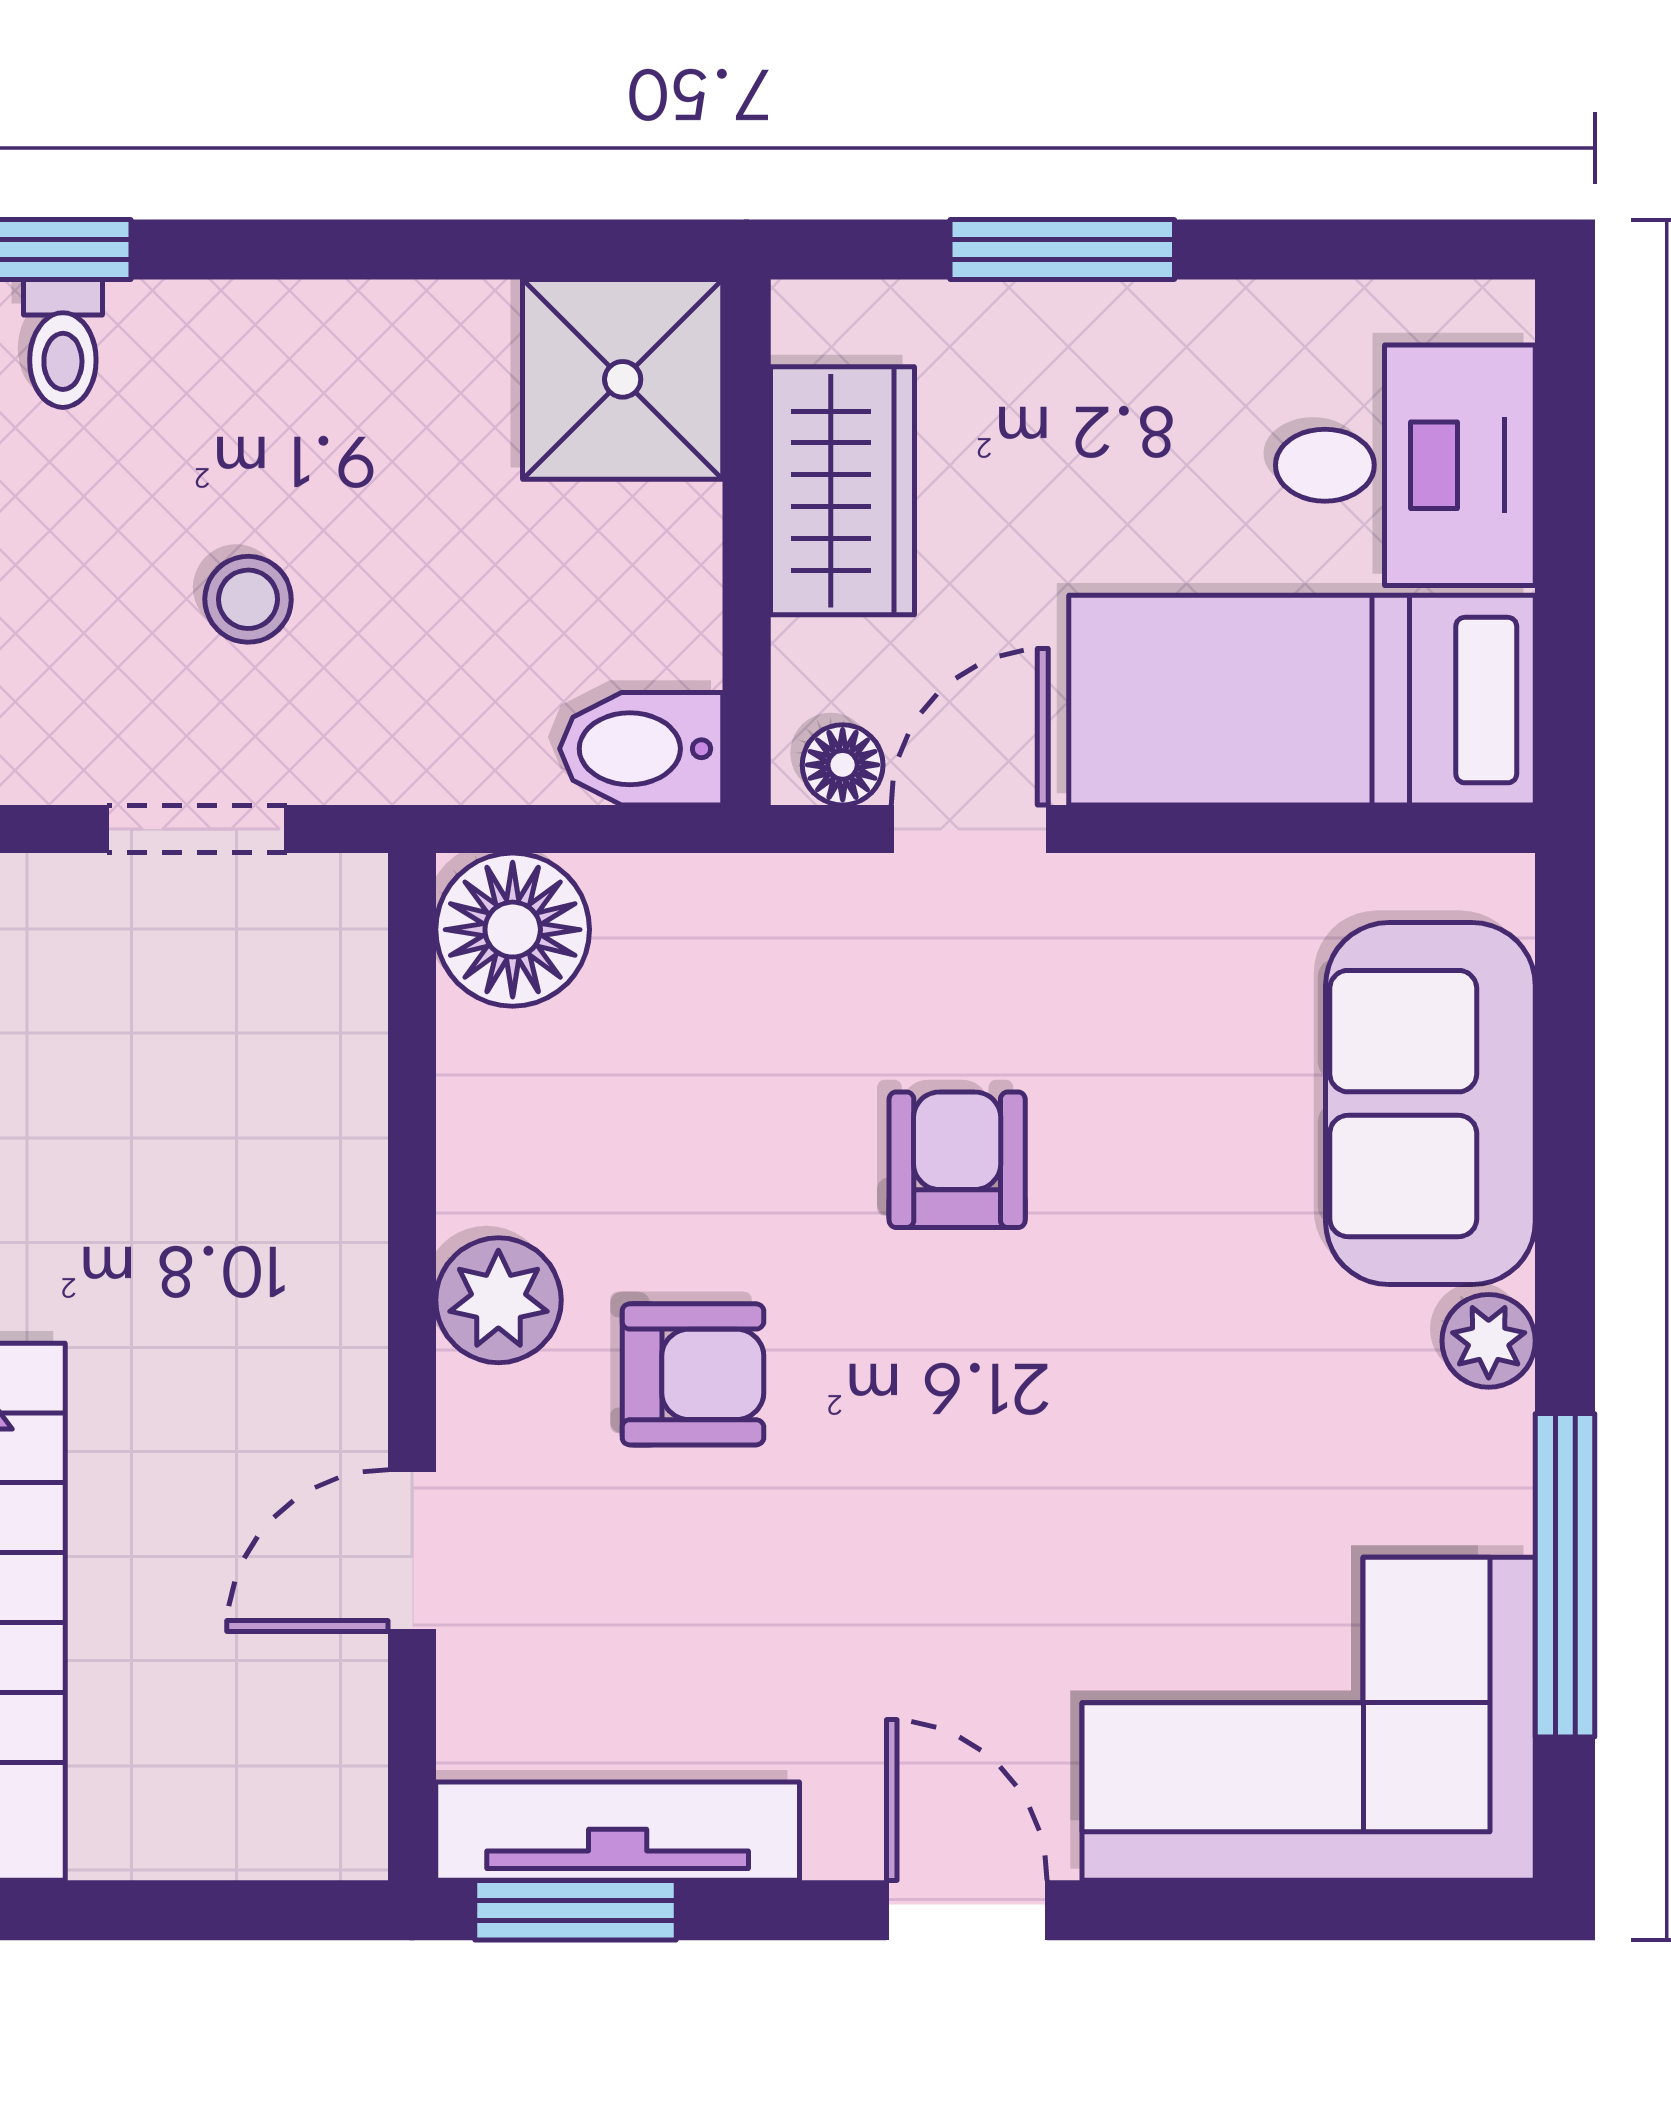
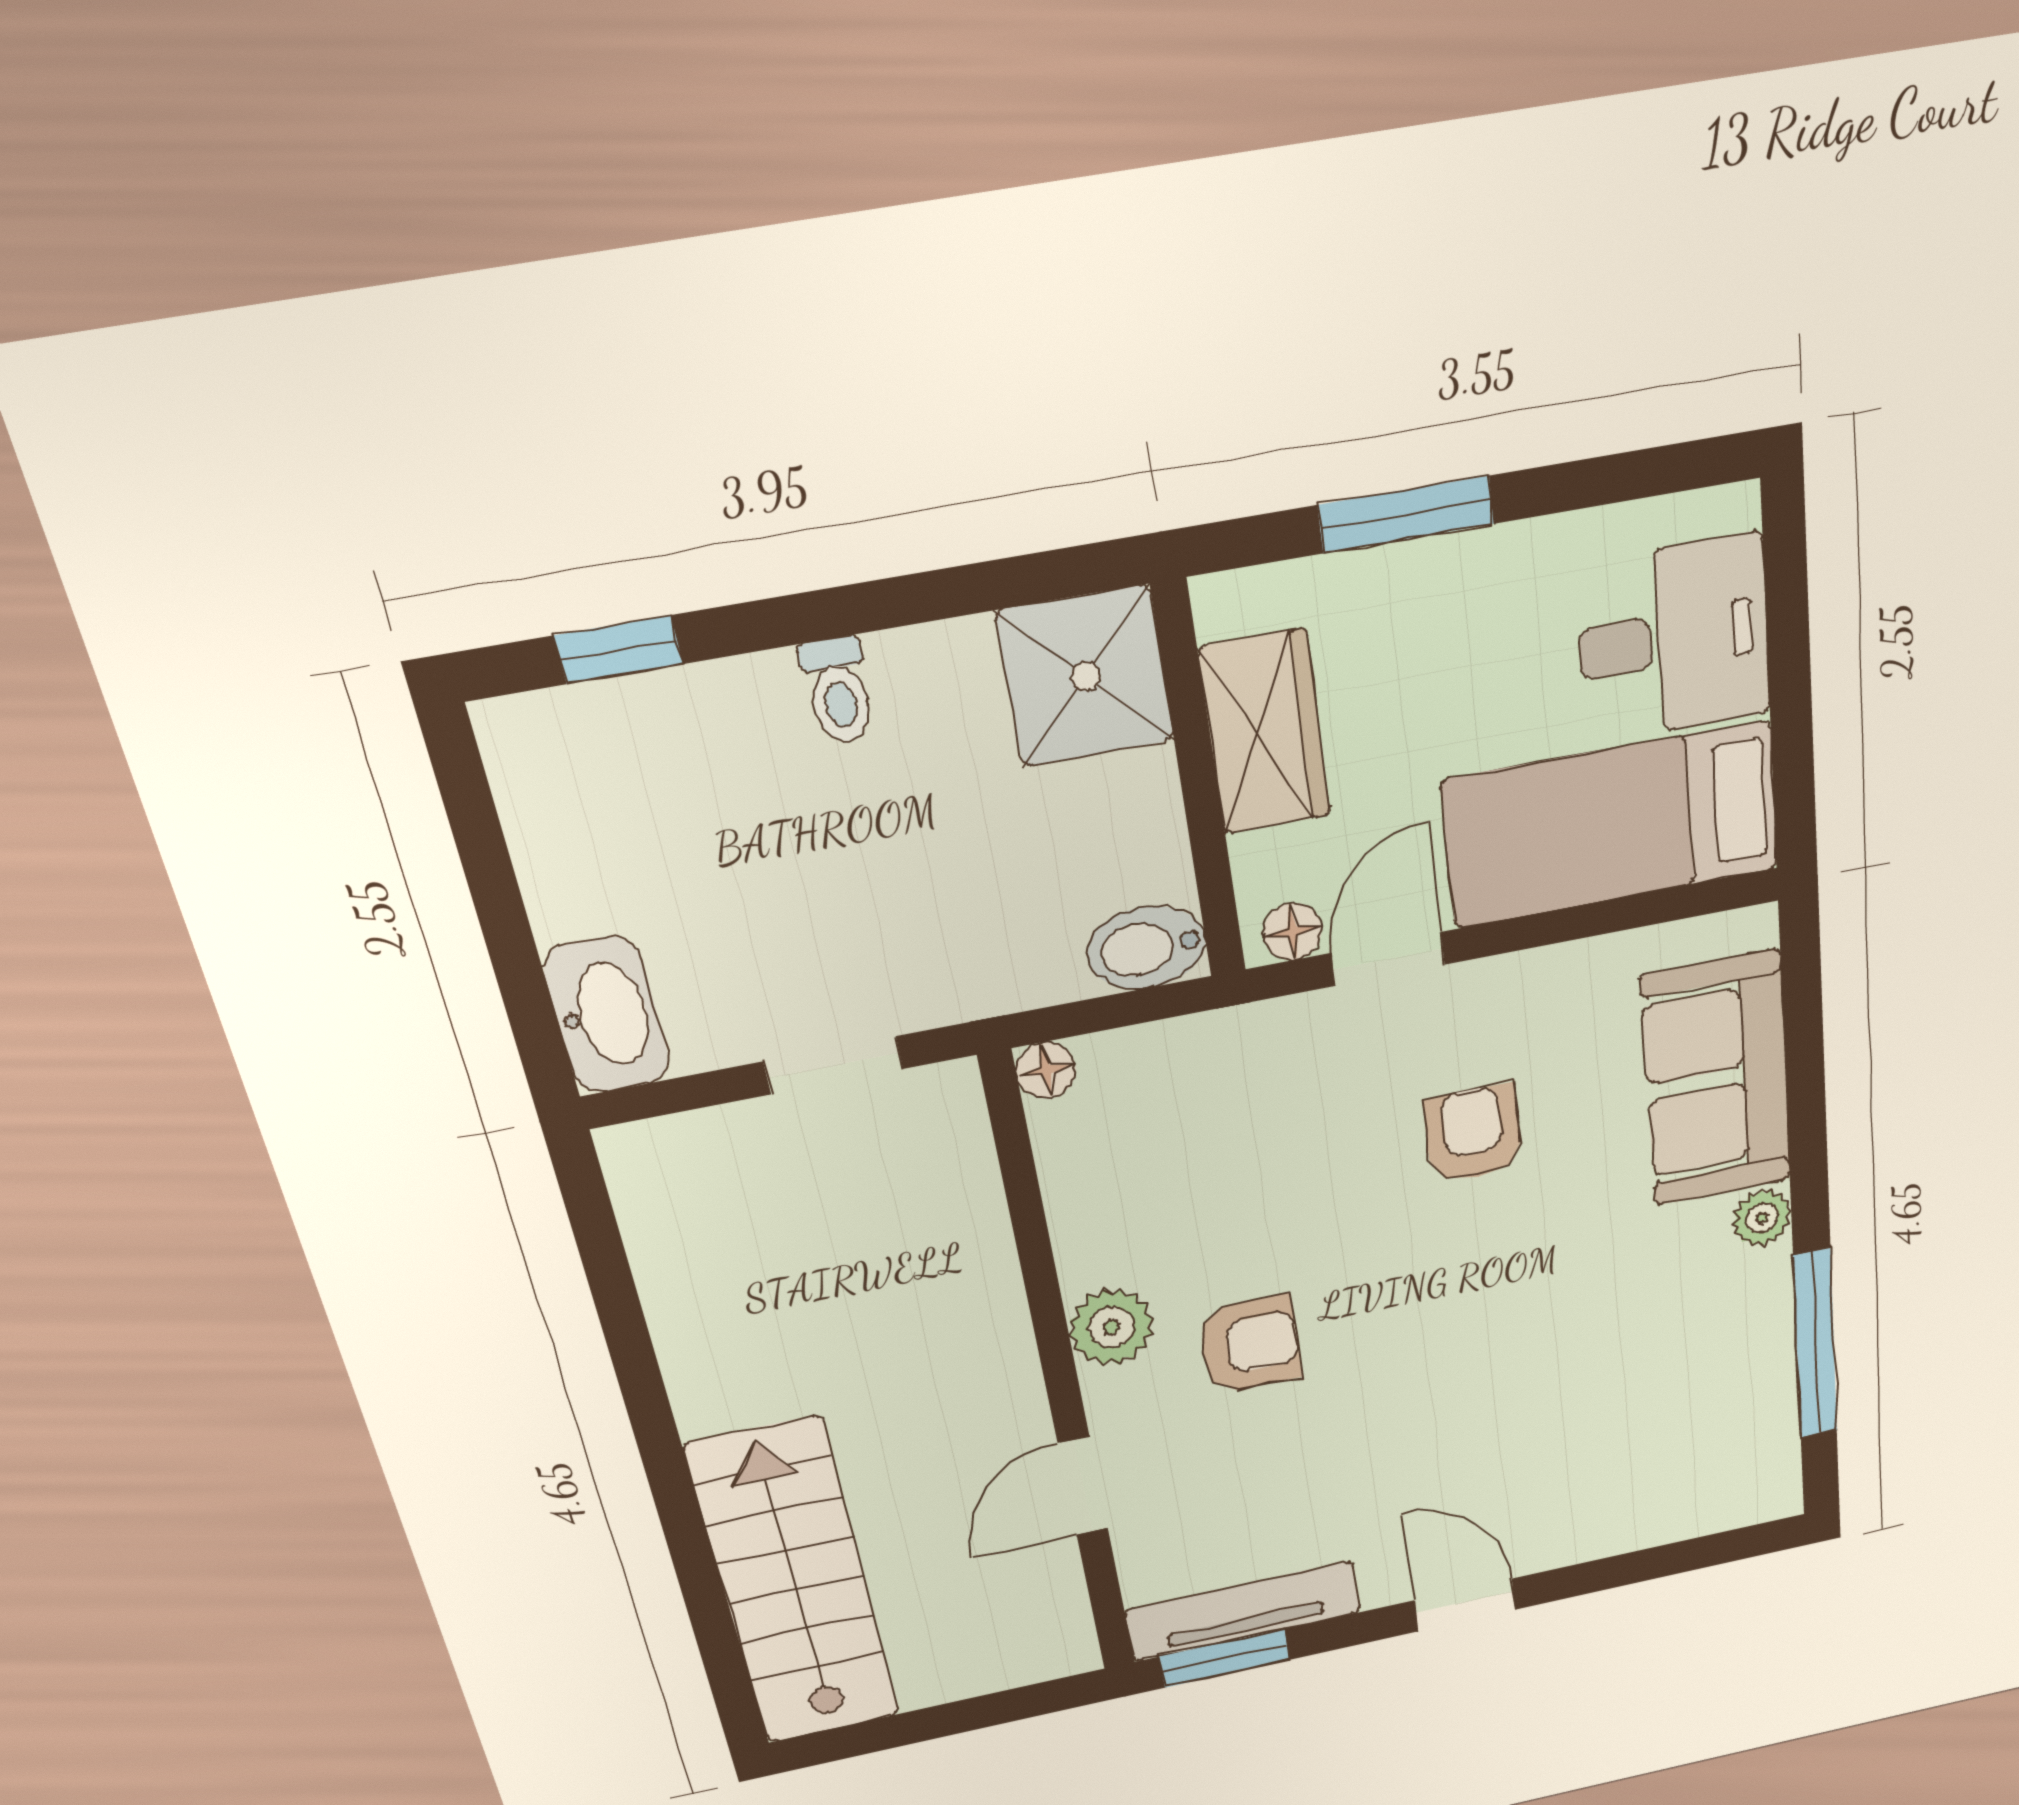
toilet: (63, 343) -> (838, 691), moved
stool: (248, 599) -> (833, 895), removed
floor lamp: (513, 930) -> (1046, 1070), width x0.53, depth x0.53
armchair: (957, 1160) -> (1473, 1134), moved
corner sofa: (1309, 1719) -> (1663, 1457), removed

